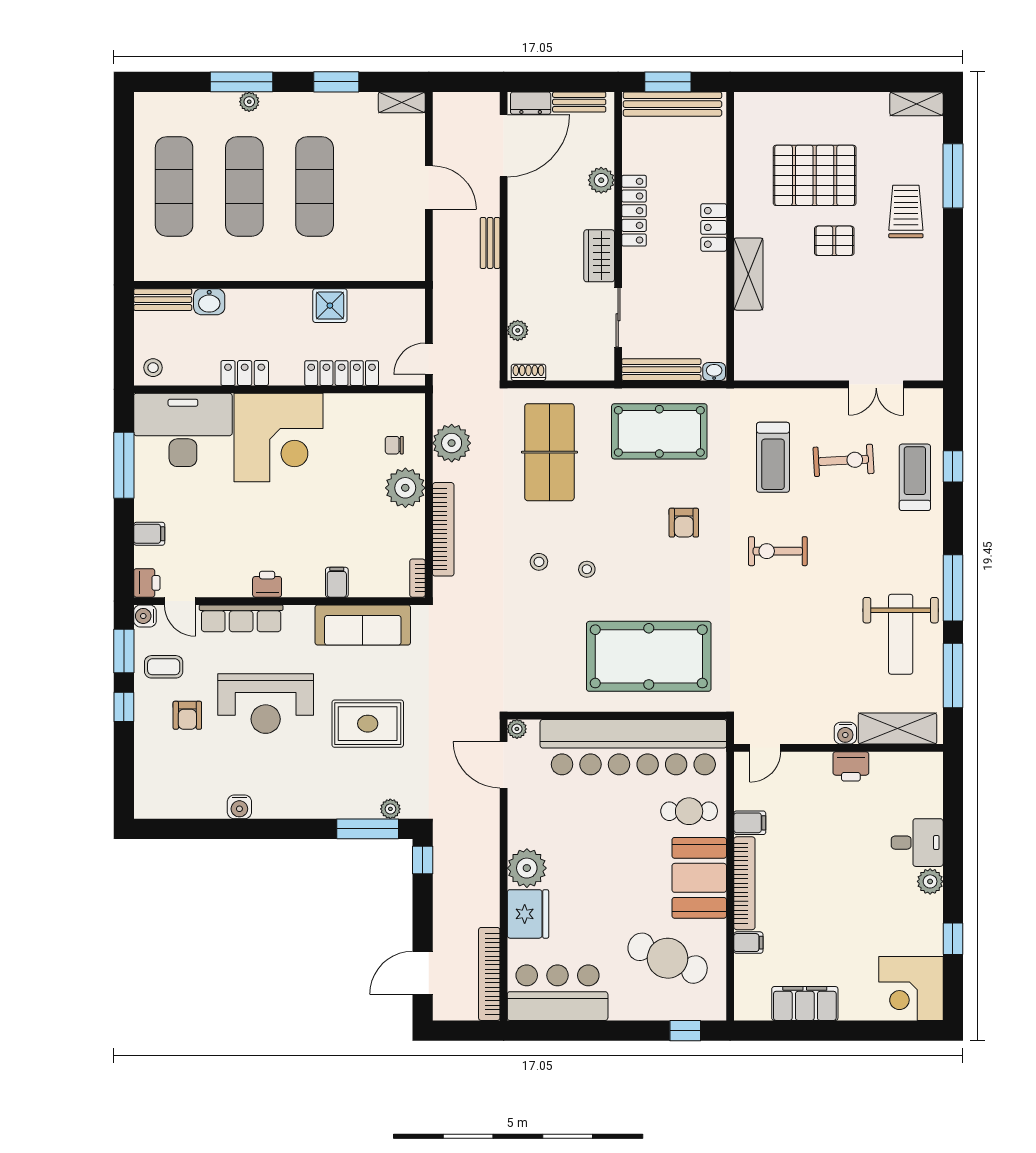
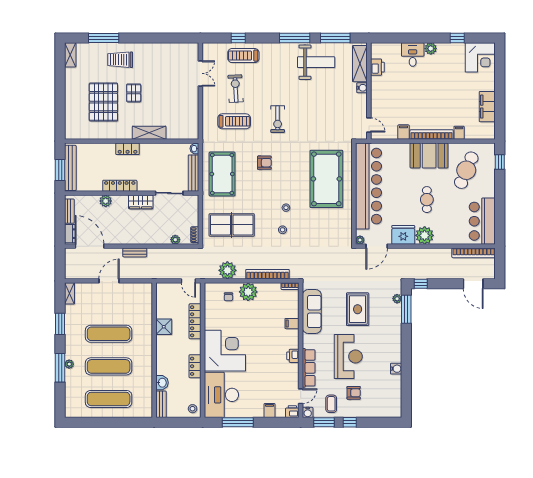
printer: (851, 766) -> (377, 67), moved
cafe table: (689, 811) -> (427, 200), moved
fridge: (528, 914) -> (403, 235), moved

